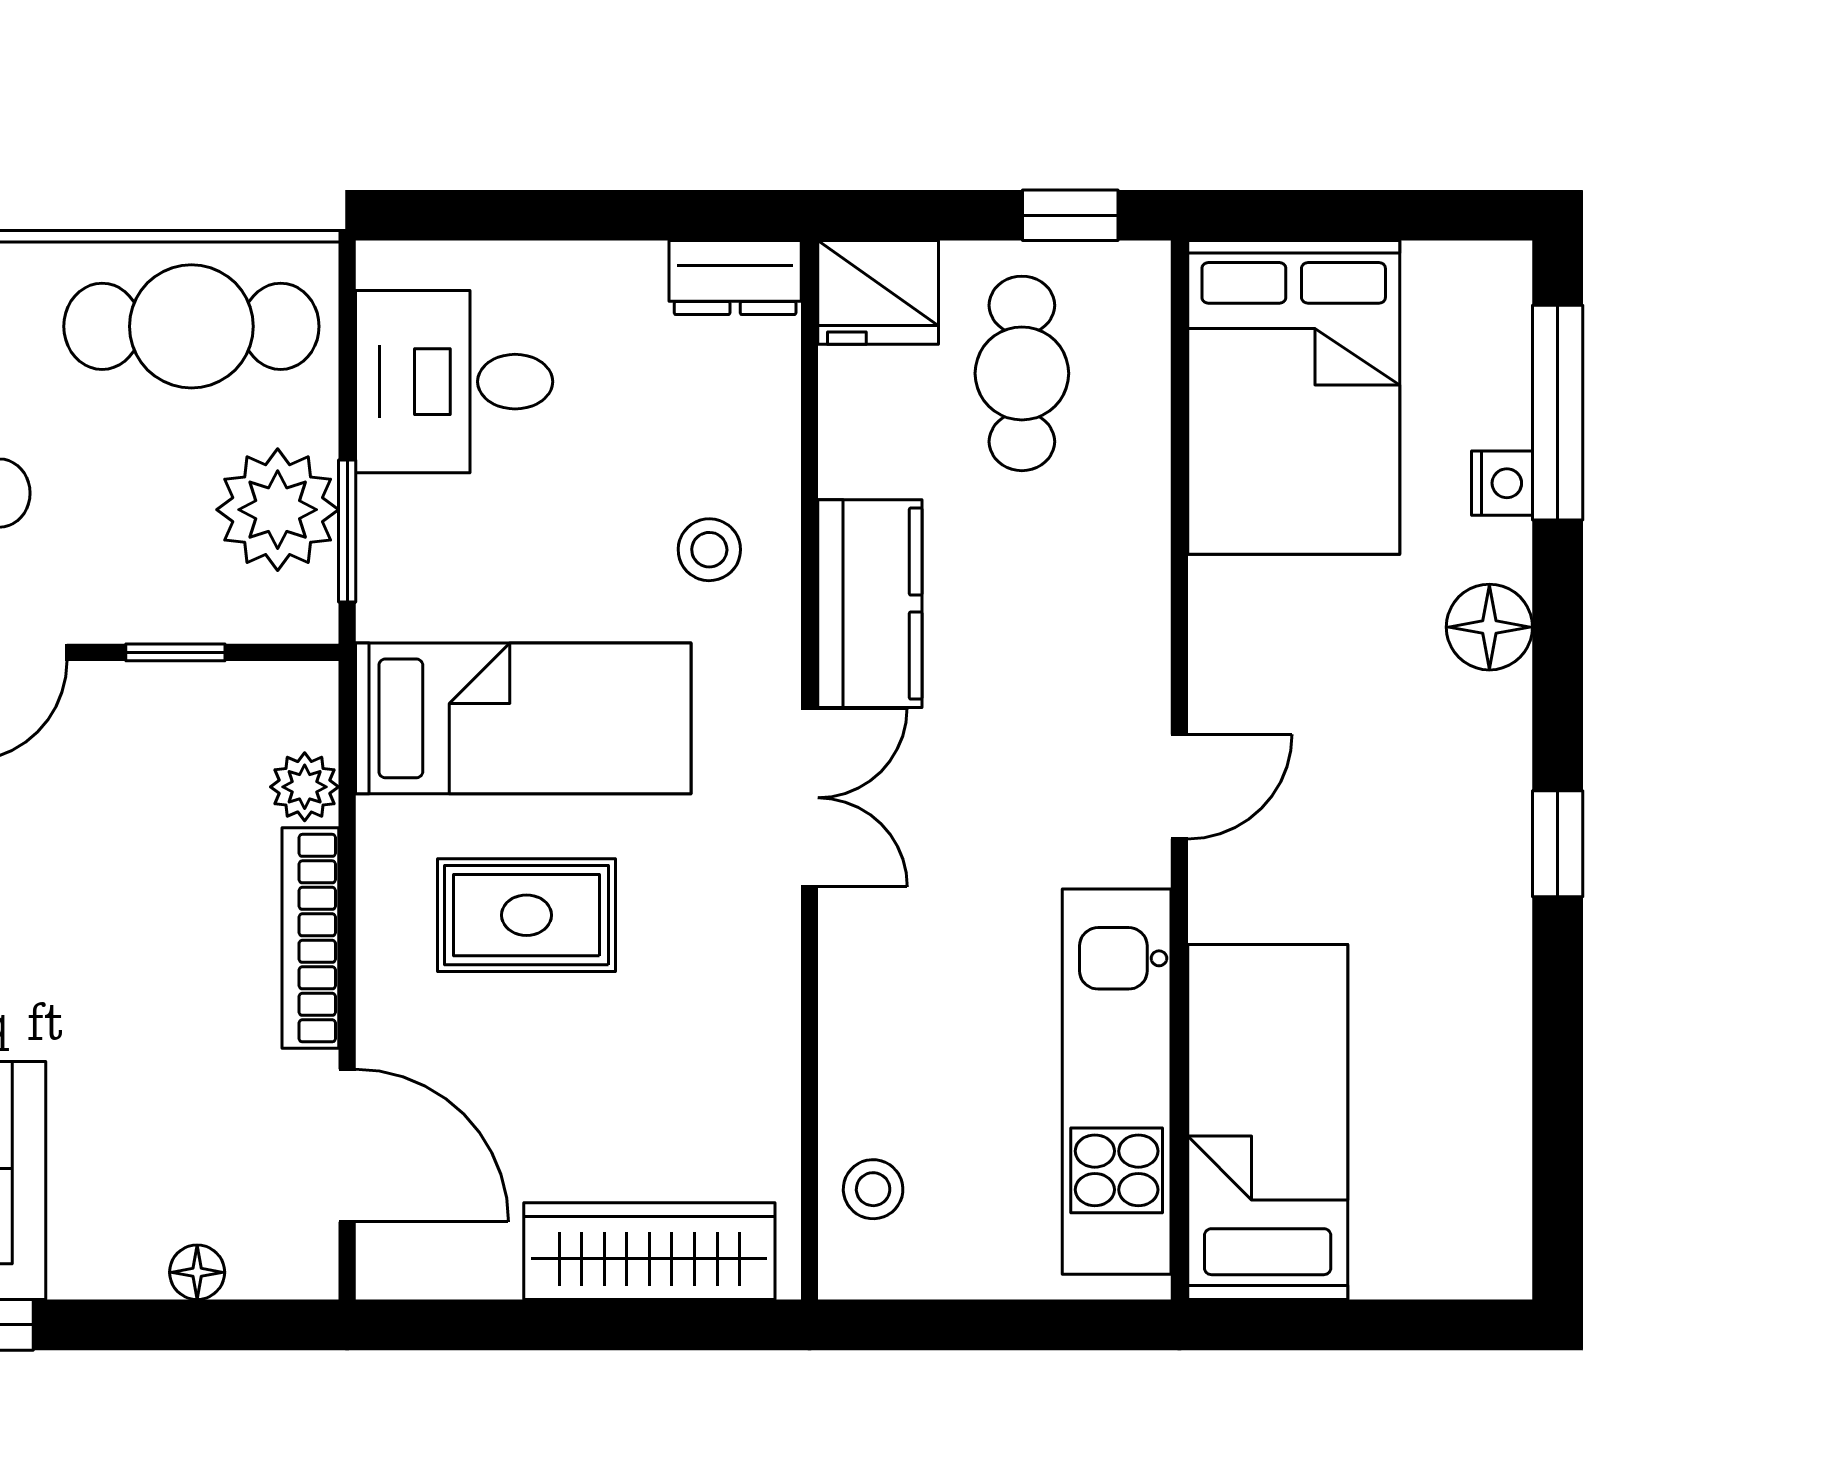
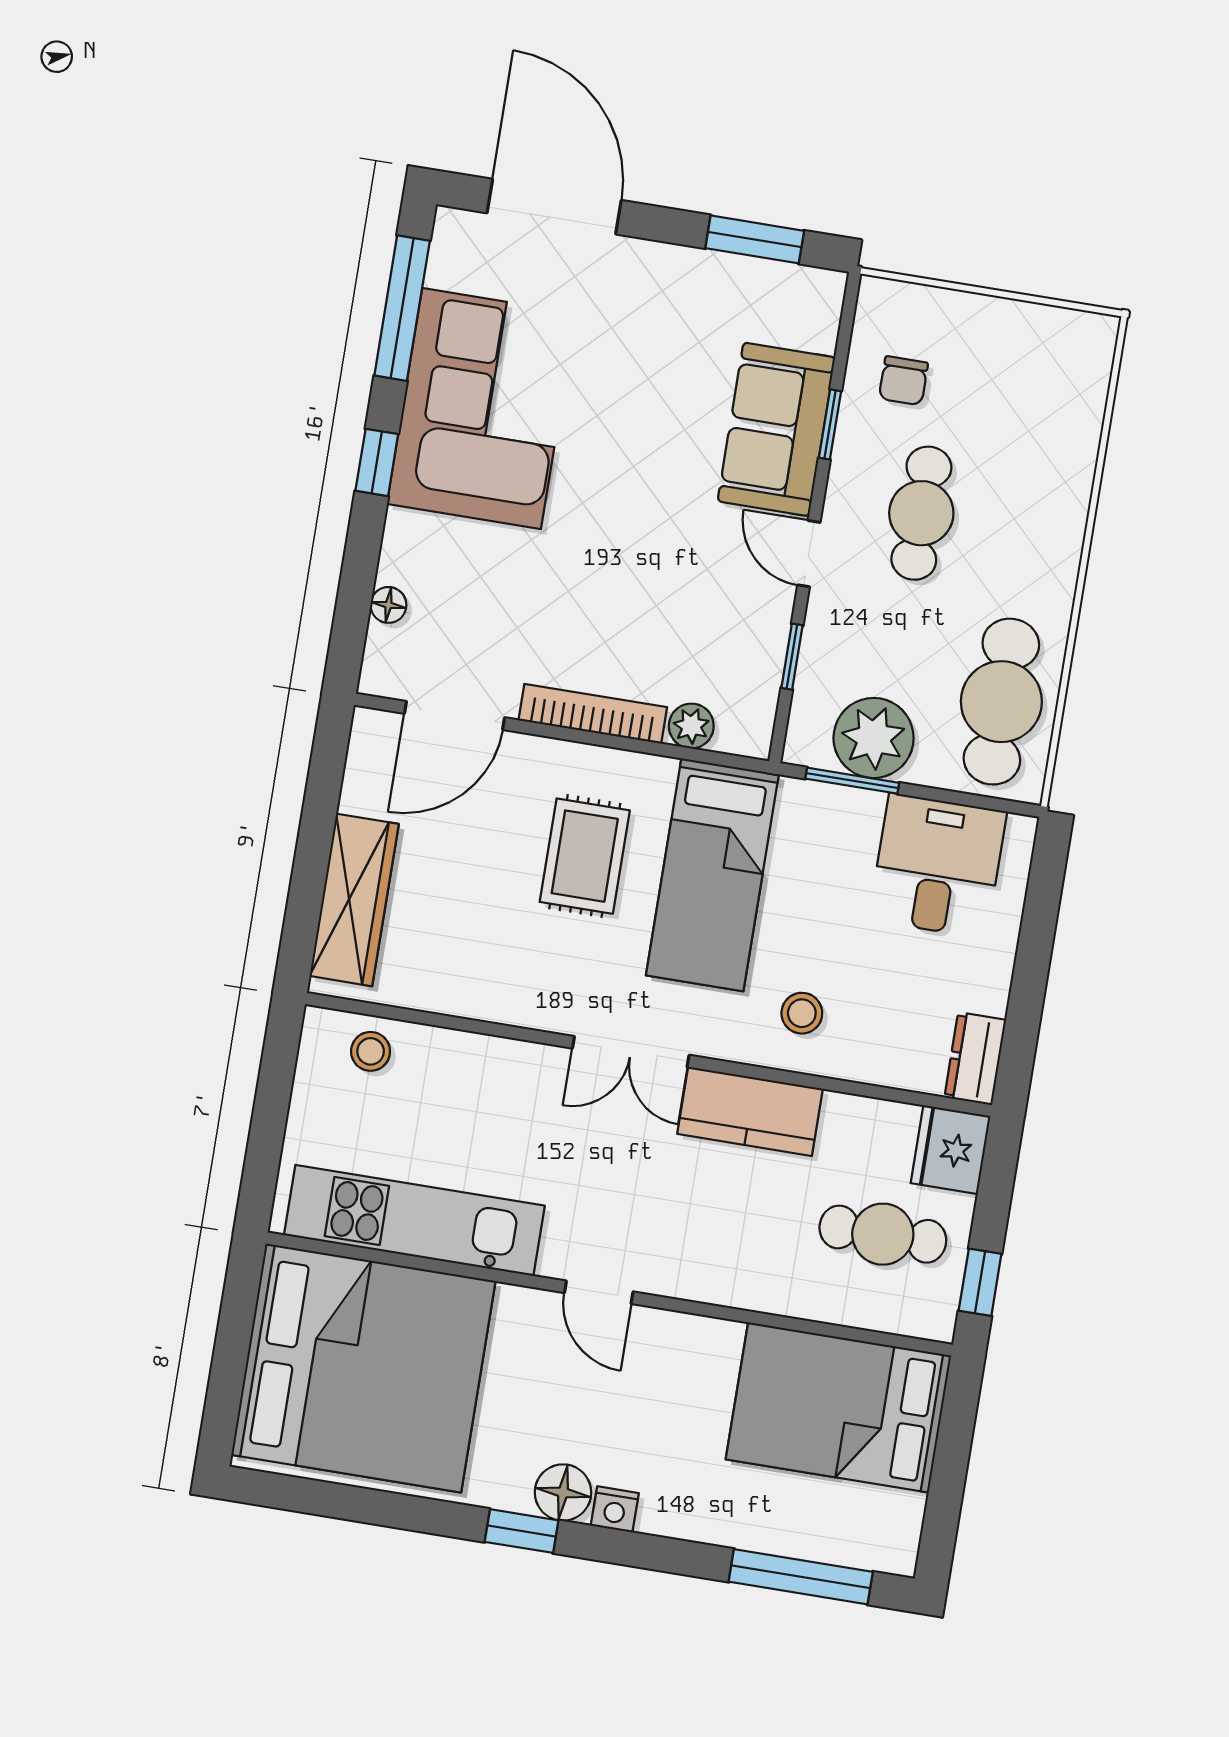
nightstand: (1502, 483) -> (615, 1509), moved
floor lamp: (1489, 627) -> (563, 1492), moved
bed: (1268, 1122) -> (363, 1368), width x2.04

